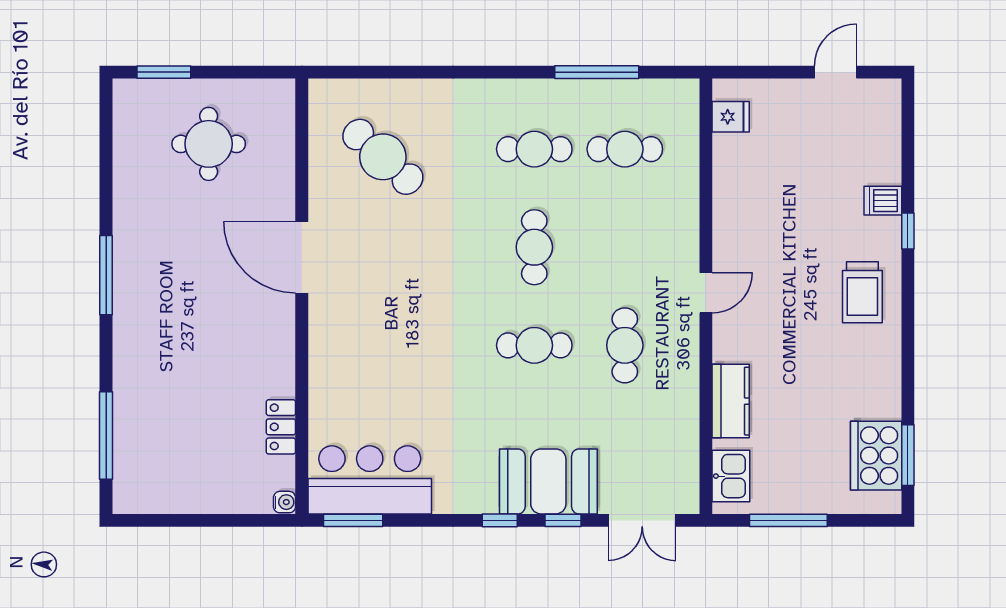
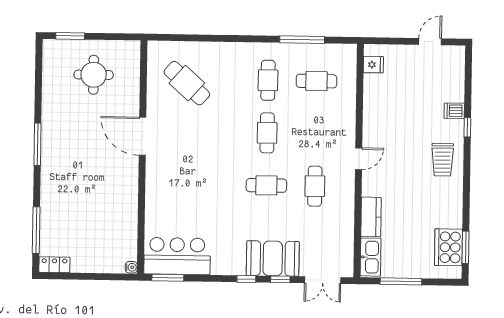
cafe table: (534, 149) -> (268, 80), turned 90
locker: (281, 427) -> (54, 265), moved, turned 90
kitchen sink: (731, 476) -> (371, 257), width x1.38

